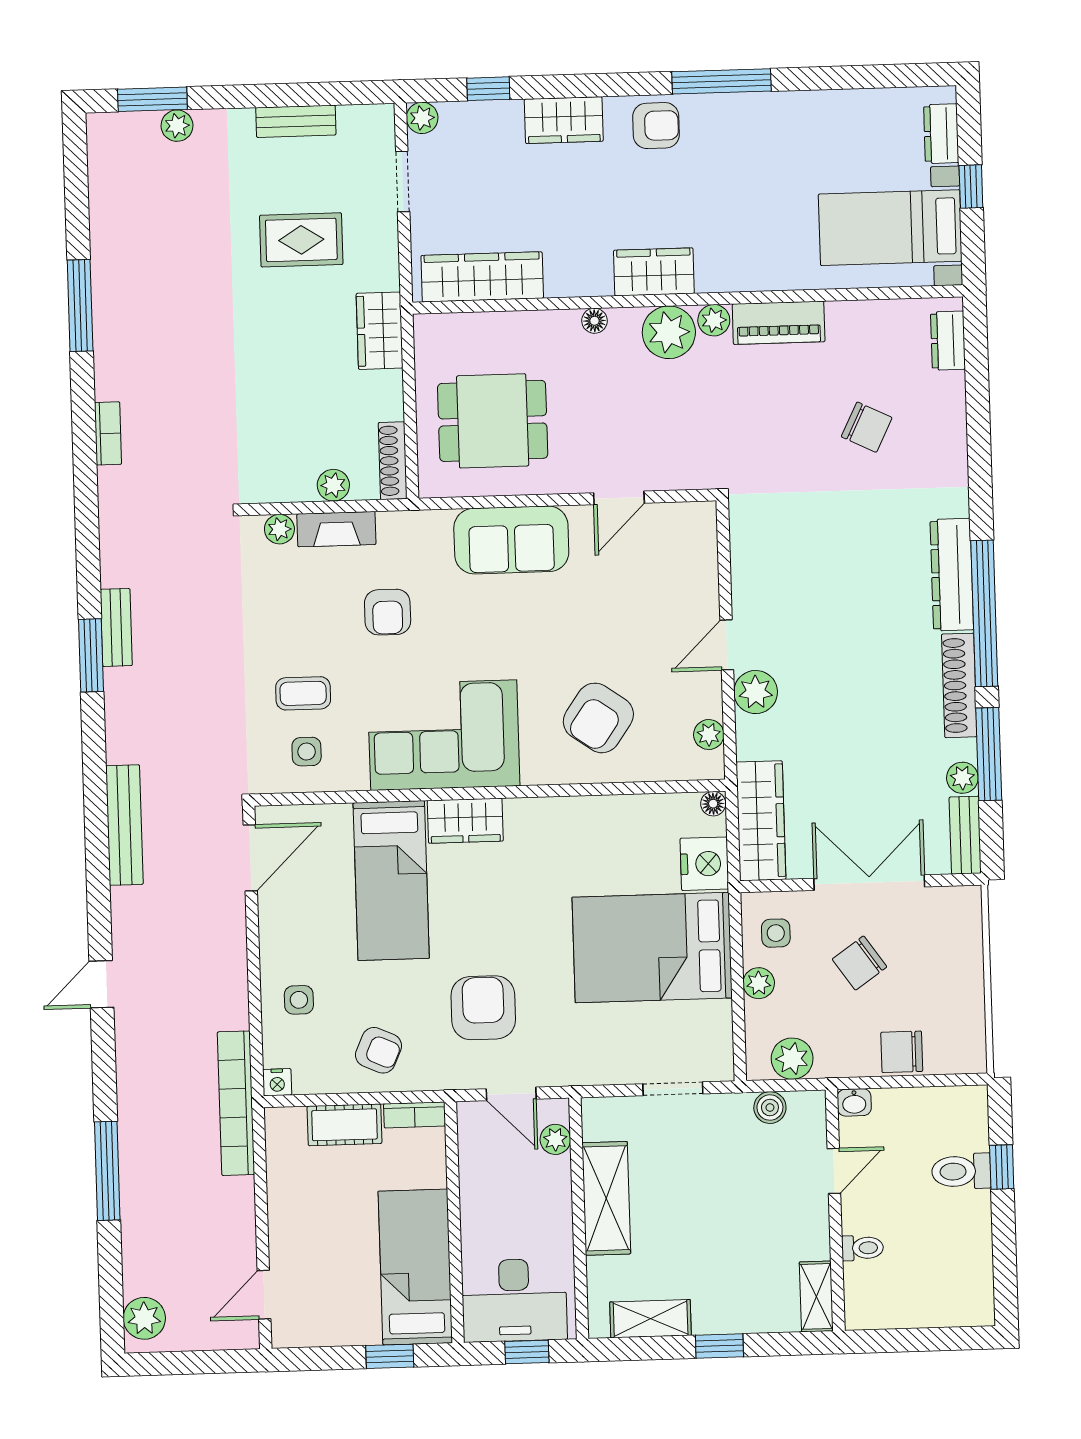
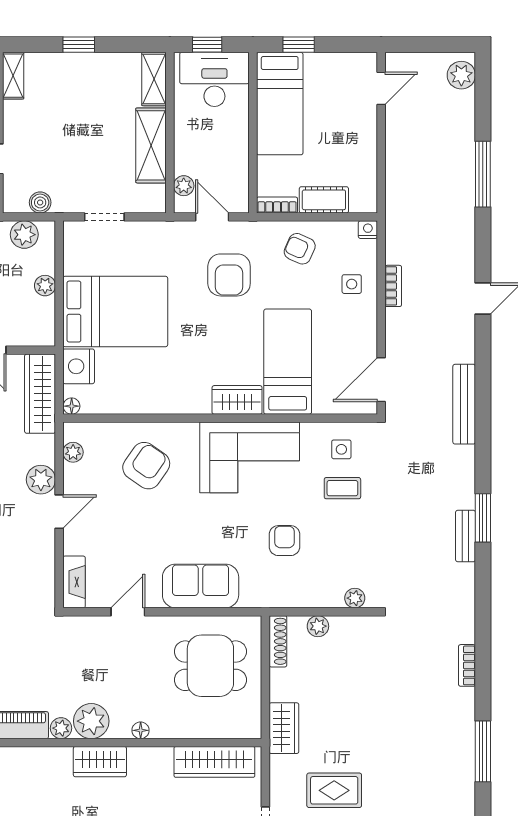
fireplace: (336, 529) -> (74, 582), moved, turned 90
side table: (776, 933) -> (33, 319), removed
bookcase: (236, 1103) -> (393, 286), moved, width x0.43, depth x0.76
shelving: (651, 1319) -> (154, 79), moved, turned 90

